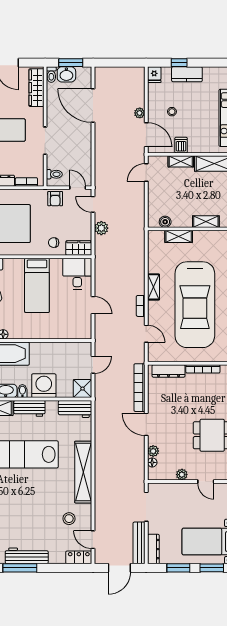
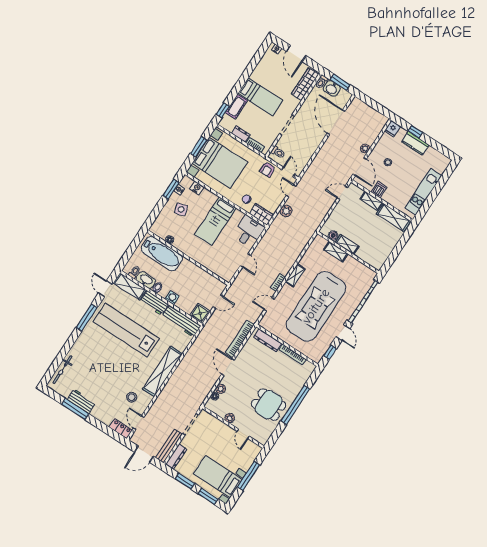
shelving: (206, 222) -> (347, 244), moved
door: (146, 334) -> (269, 304), swing flipped
washing machine: (44, 386) -> (172, 298), width x0.53, depth x0.53
workbench: (75, 409) -> (181, 321), width x1.38
workbench: (27, 556) -> (81, 401), width x0.73

